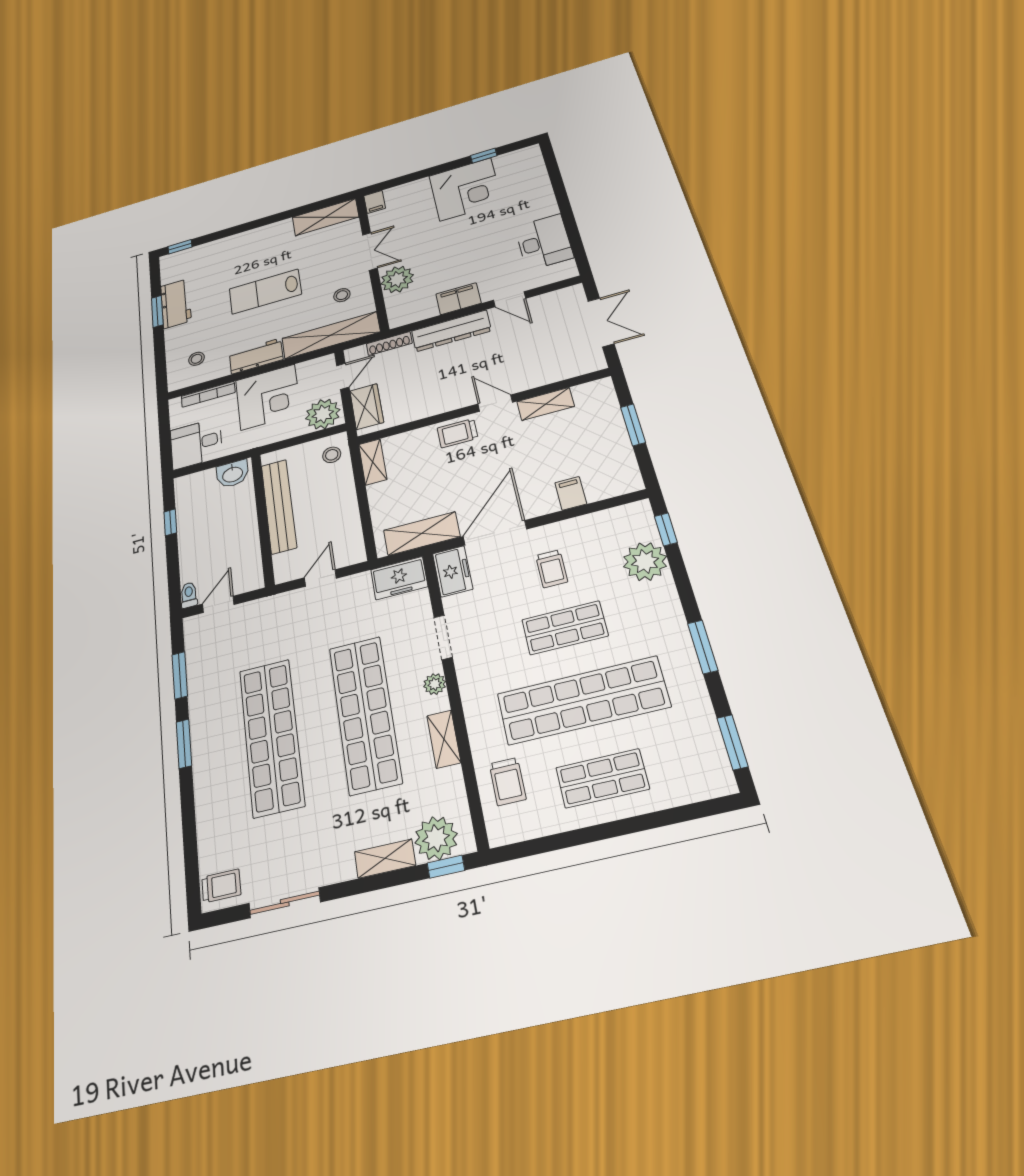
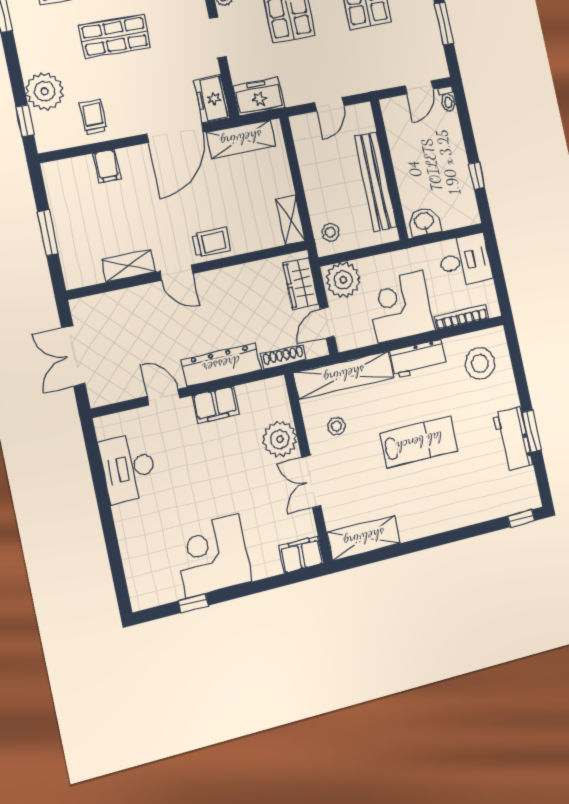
filing cabinet: (375, 202) -> (301, 555), width x2.00
stool: (197, 359) -> (480, 363), width x1.89, depth x1.89
trolley: (552, 569) -> (93, 117), moved

